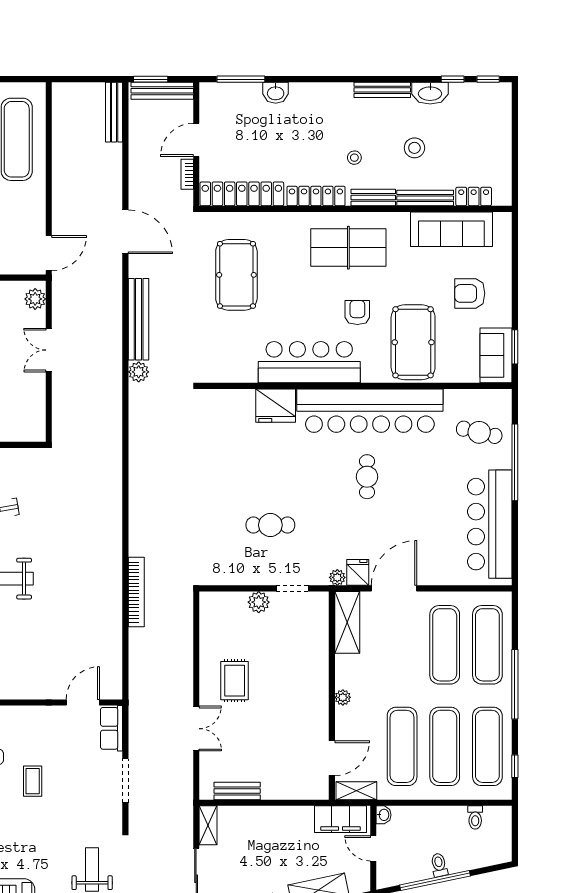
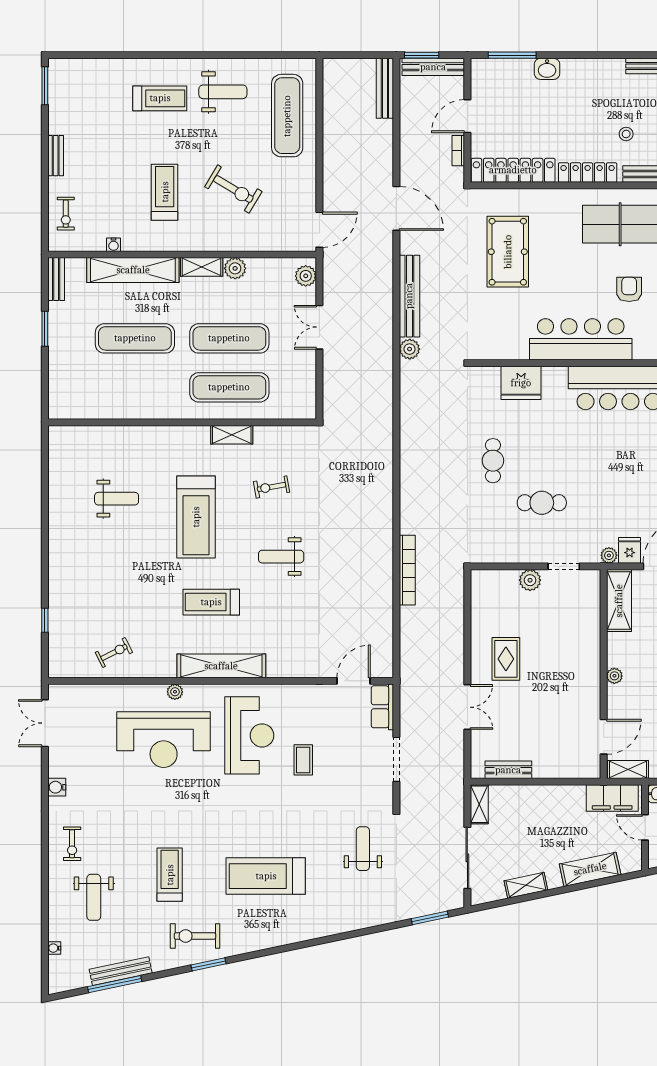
fridge: (276, 406) -> (521, 383), moved
cafe table: (367, 477) -> (493, 461), moved

